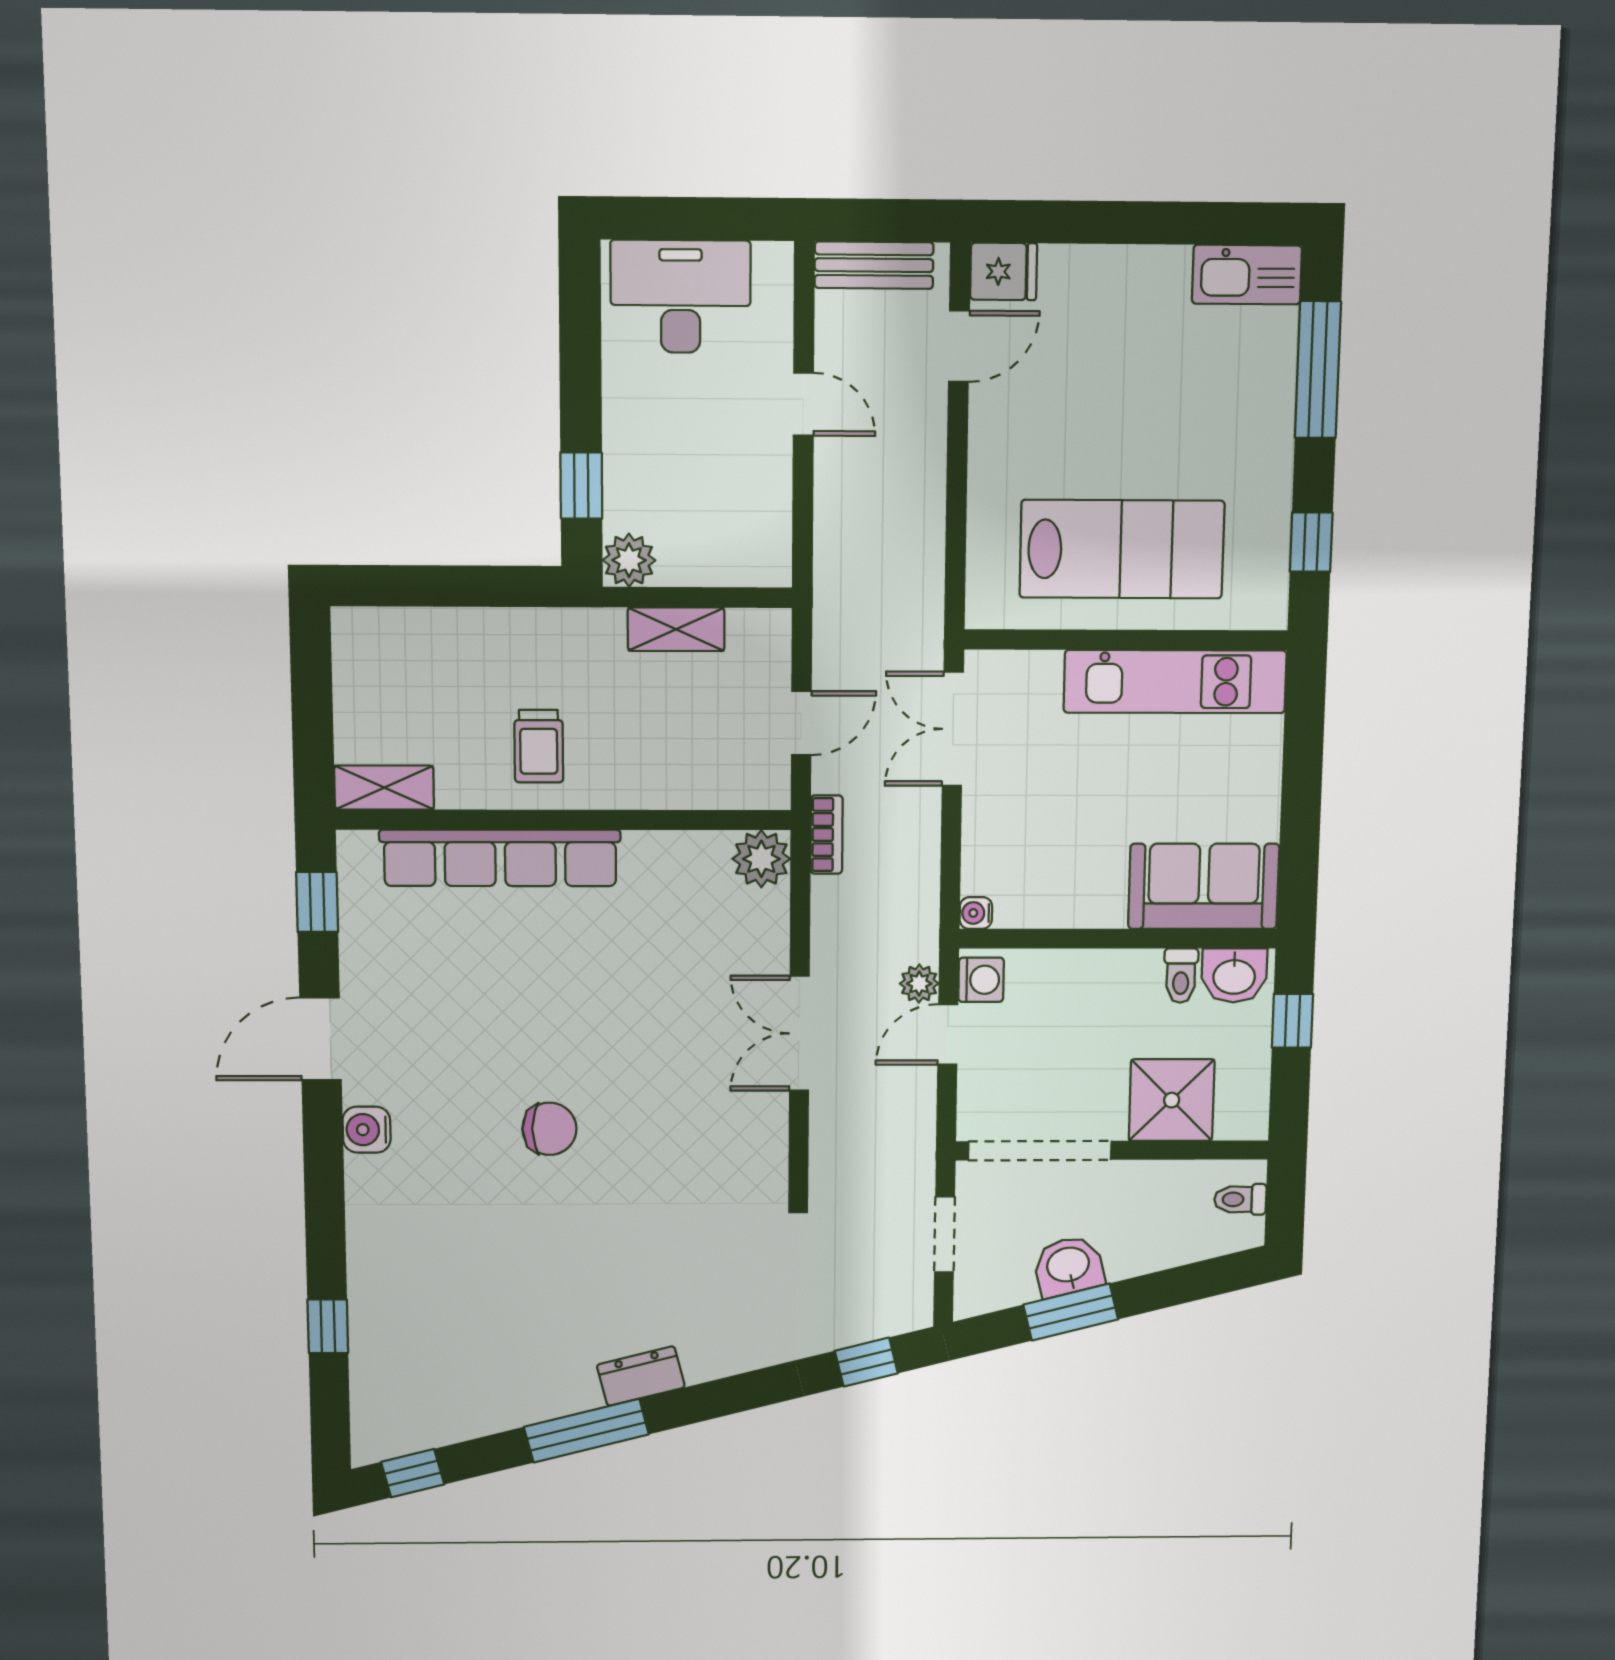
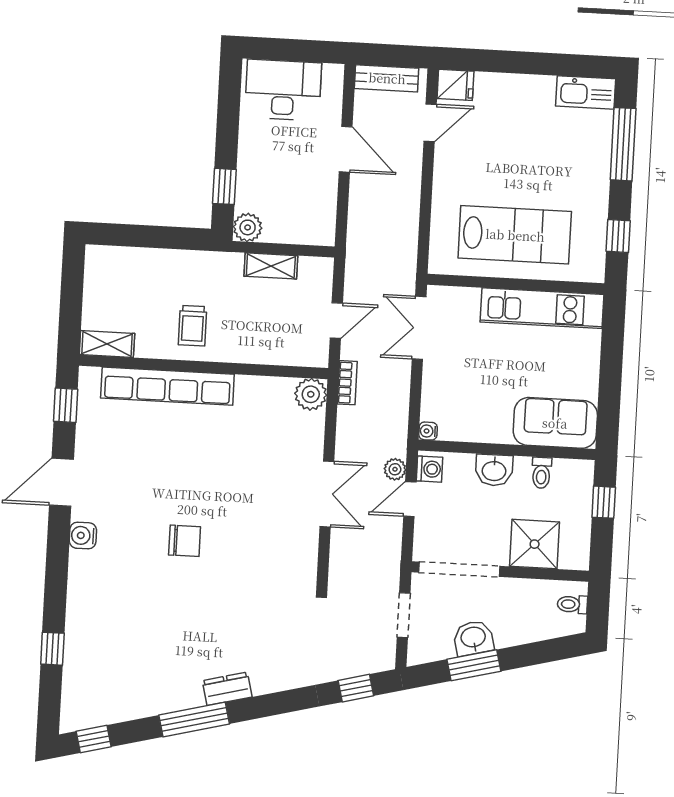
door: (803, 404) -> (346, 149), width x1.38
washbasin: (1234, 975) -> (494, 470), moved
double door: (799, 1033) -> (327, 494), swing flipped

